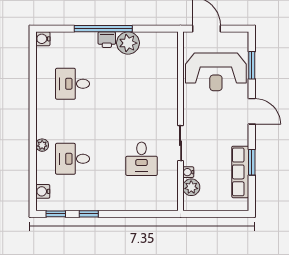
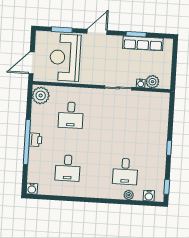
plant: (128, 43) -> (41, 95), moved
reception desk: (216, 72) -> (65, 57), turned 180
plant: (42, 145) -> (129, 195), moved
desk: (142, 159) -> (71, 115), moved, turned 90
window: (89, 214) -> (169, 148), moved

